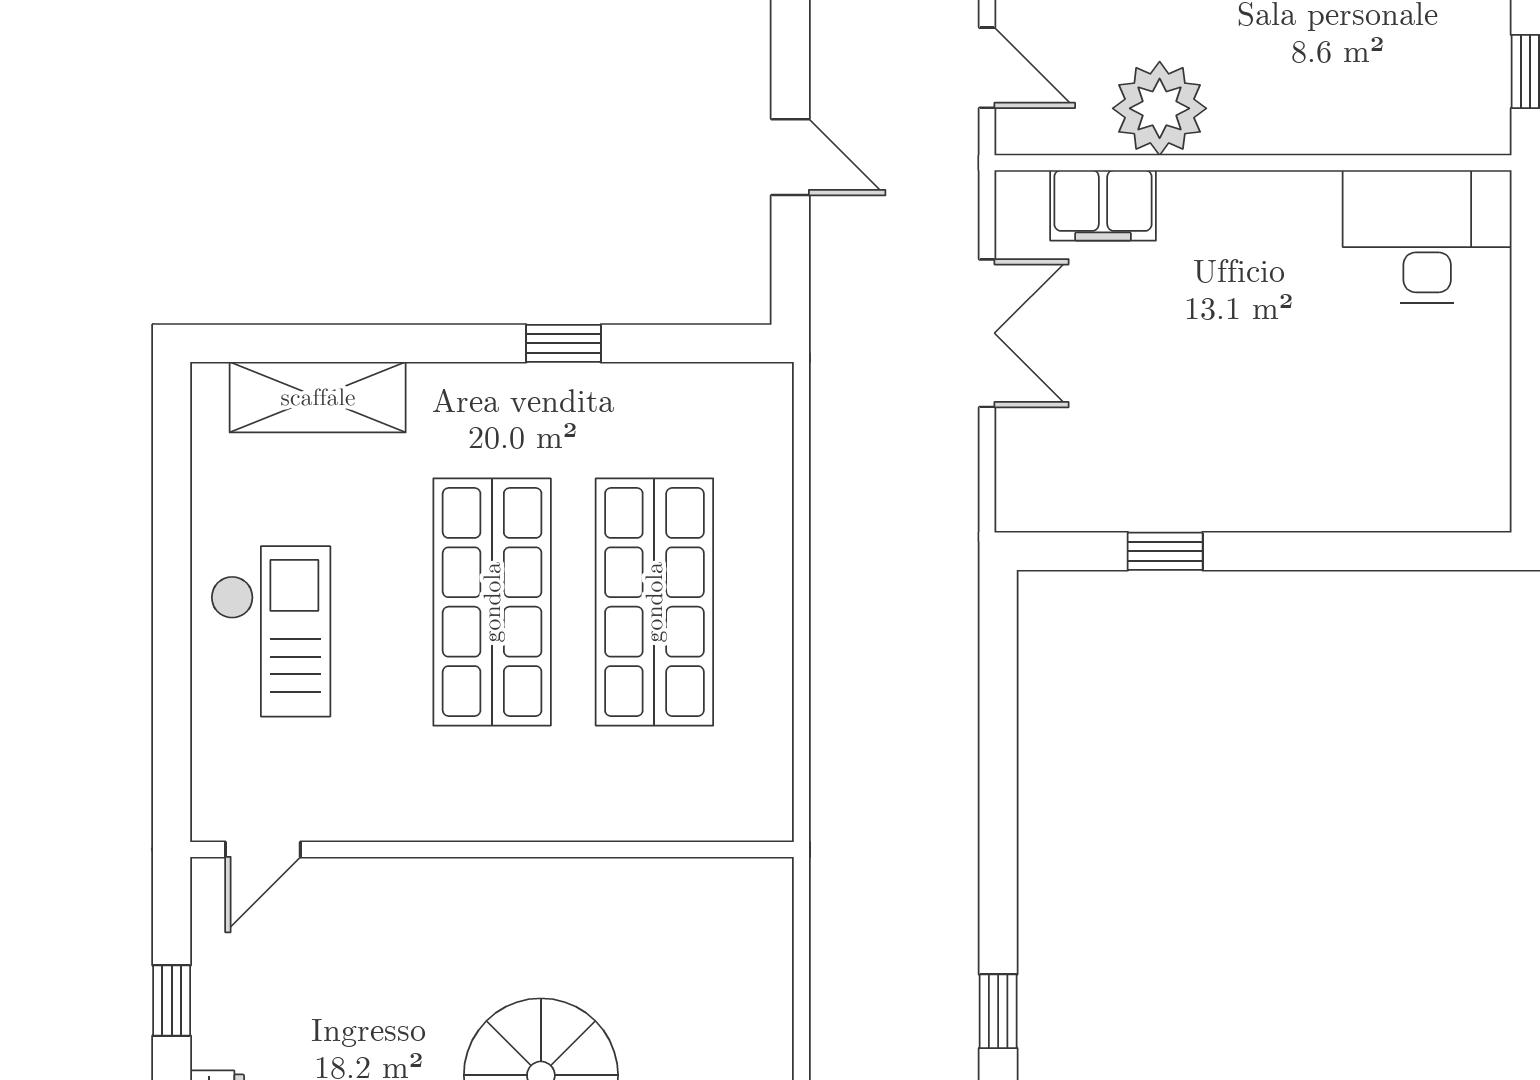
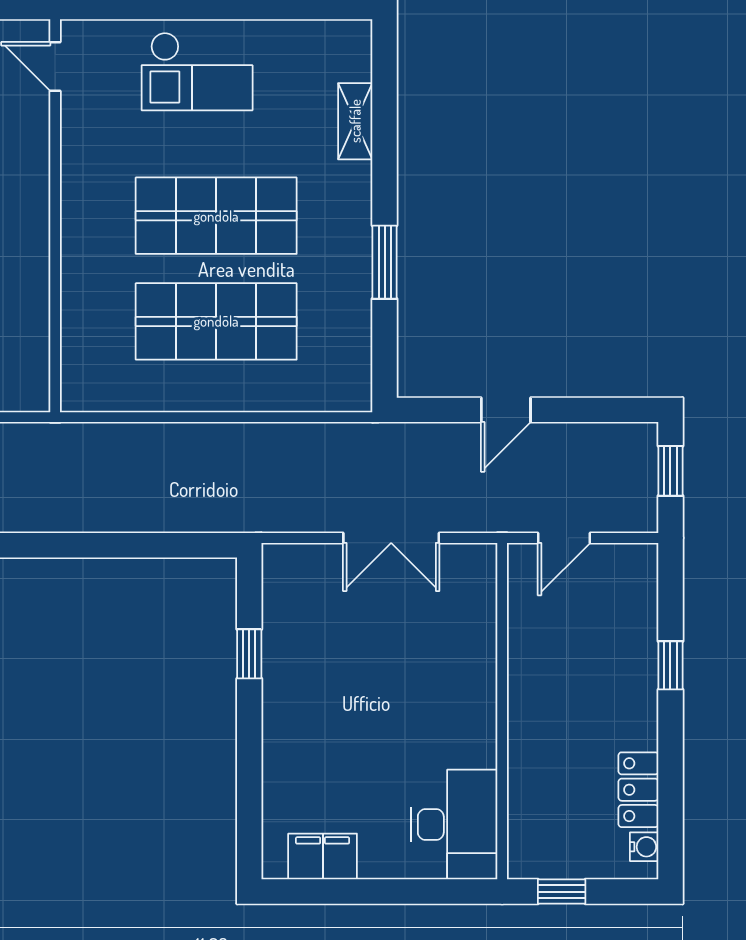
plant: (1160, 108) -> (538, 650), removed
filing cabinet: (1103, 205) -> (323, 857), moved, turned 90
window: (563, 343) -> (385, 262), width x1.50
shelving: (318, 397) -> (355, 121), width x0.67, depth x0.75

